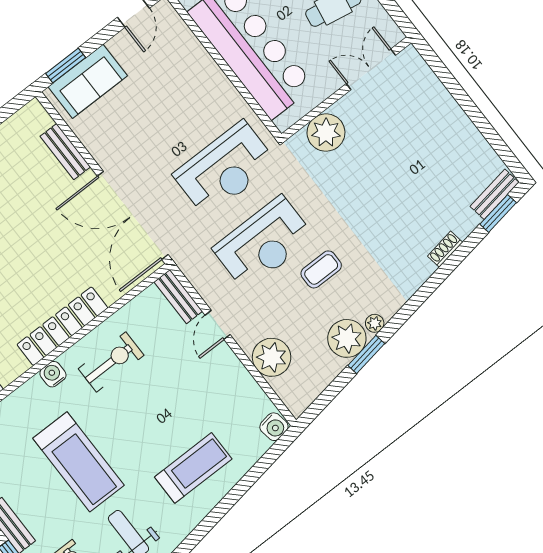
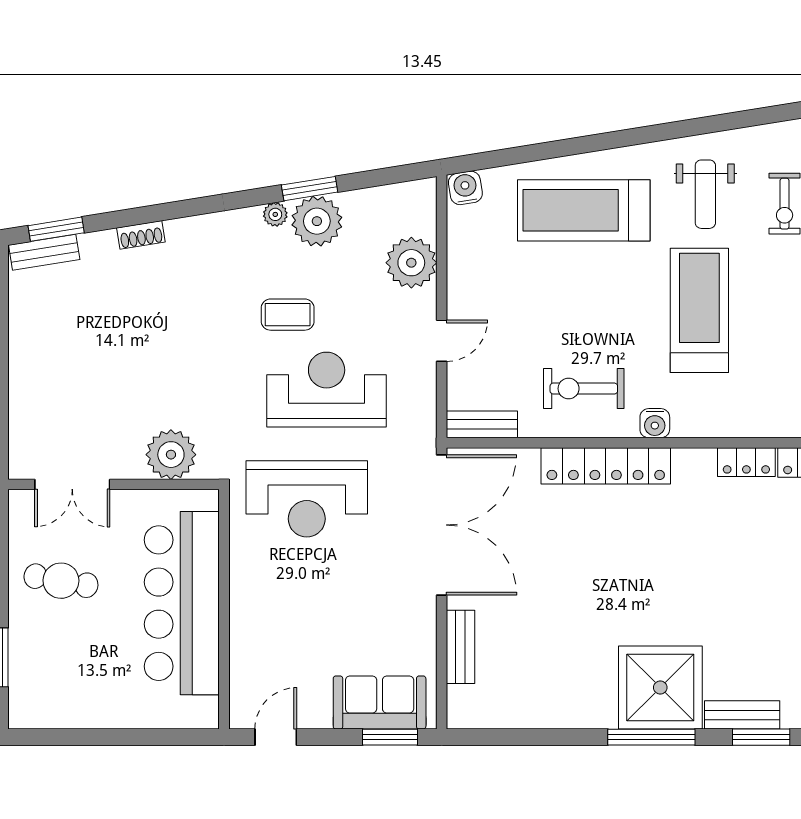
reception desk: (225, 169) -> (307, 499), turned 180
bench: (178, 297) -> (482, 424), moved, turned 90
treadmill: (193, 468) -> (584, 210), width x1.37, depth x1.38

